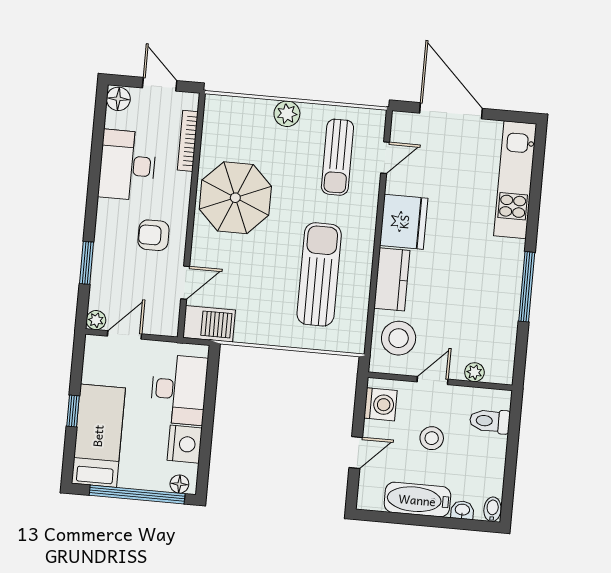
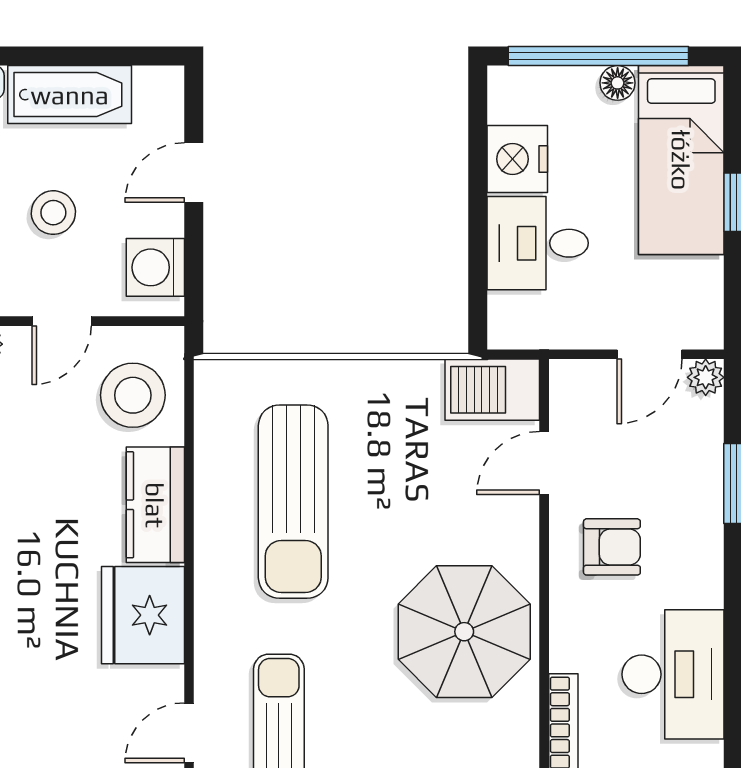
desk: (179, 390) -> (538, 243), width x0.73
floor lamp: (179, 484) -> (618, 83), moved

